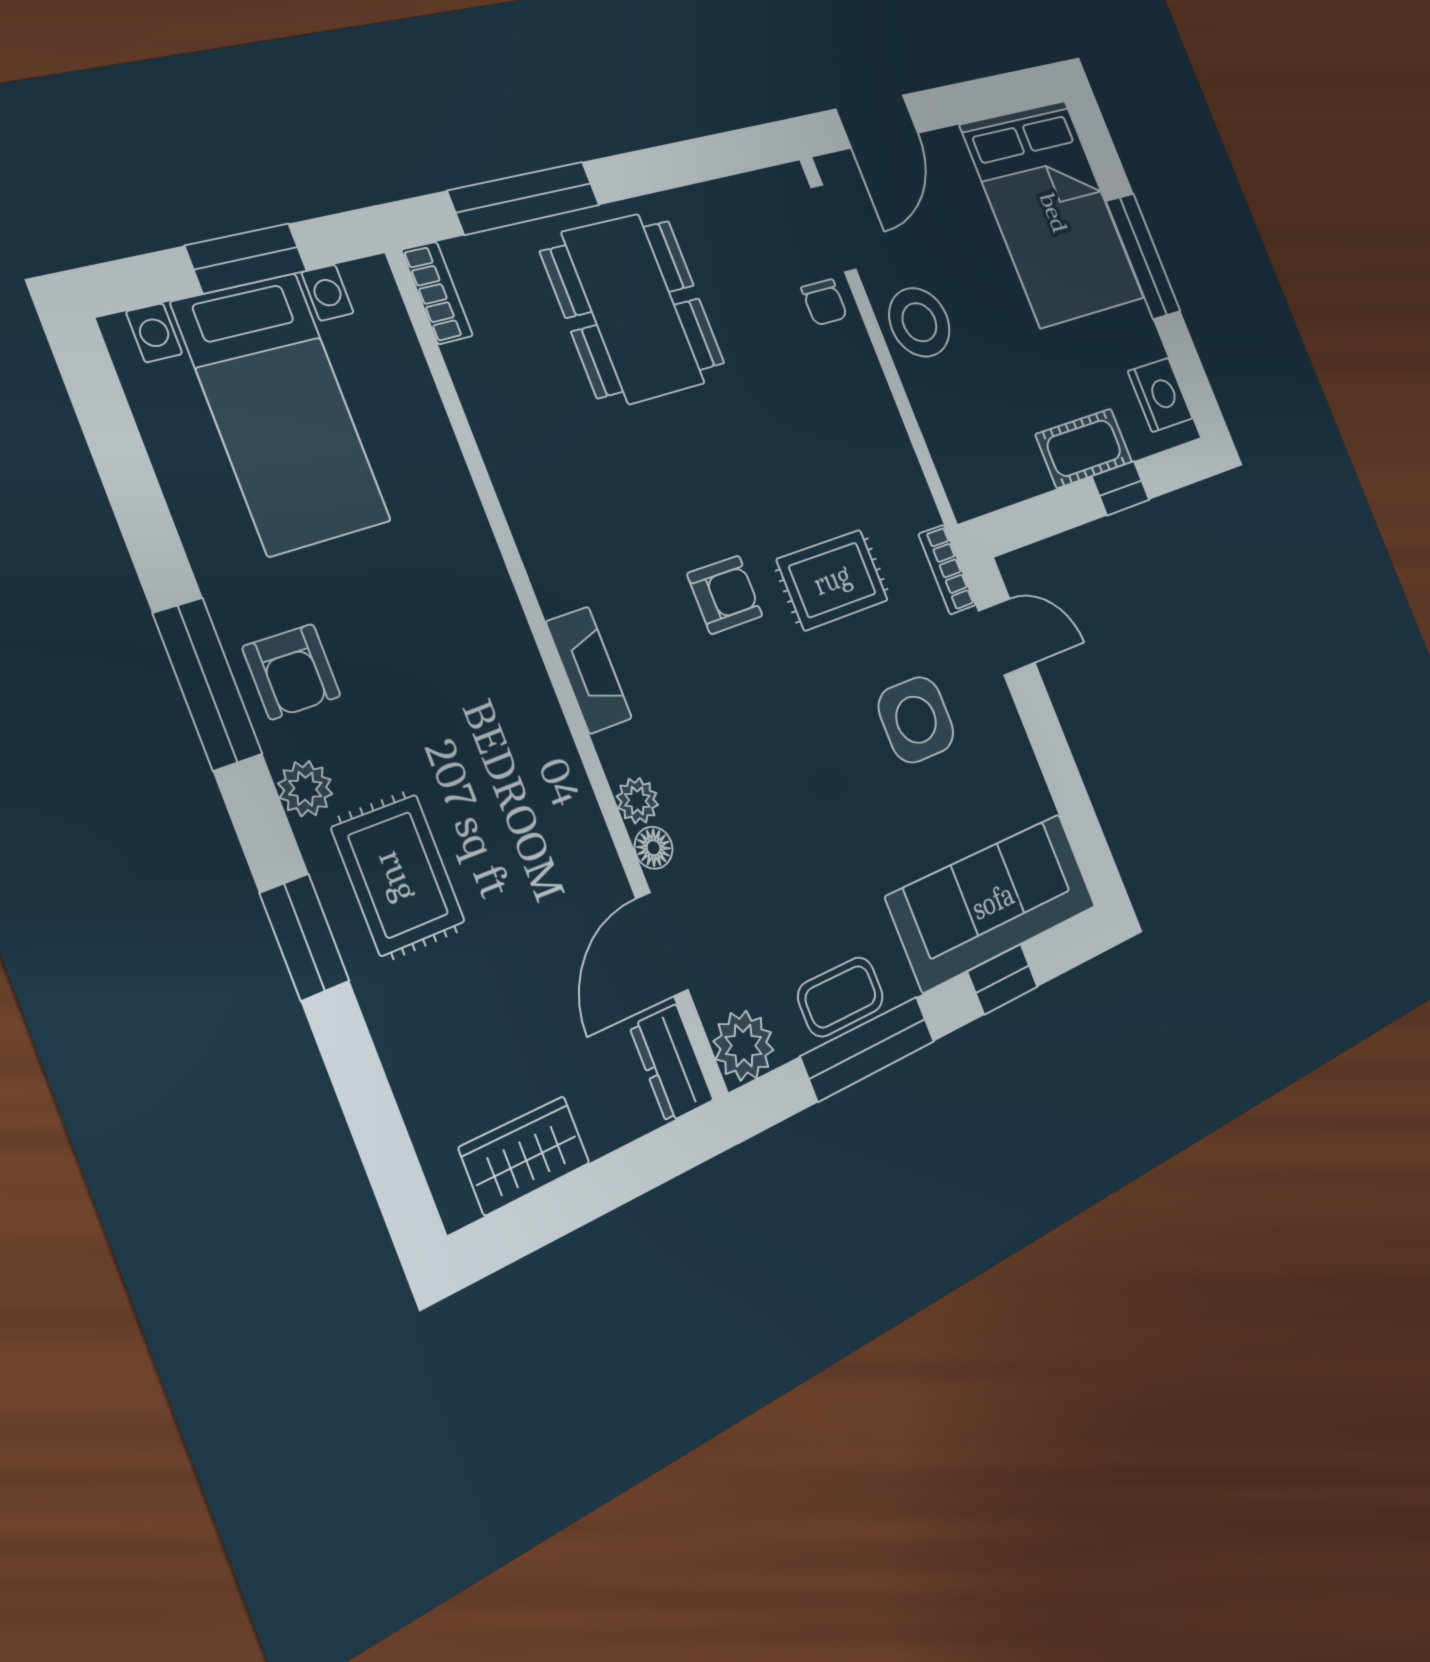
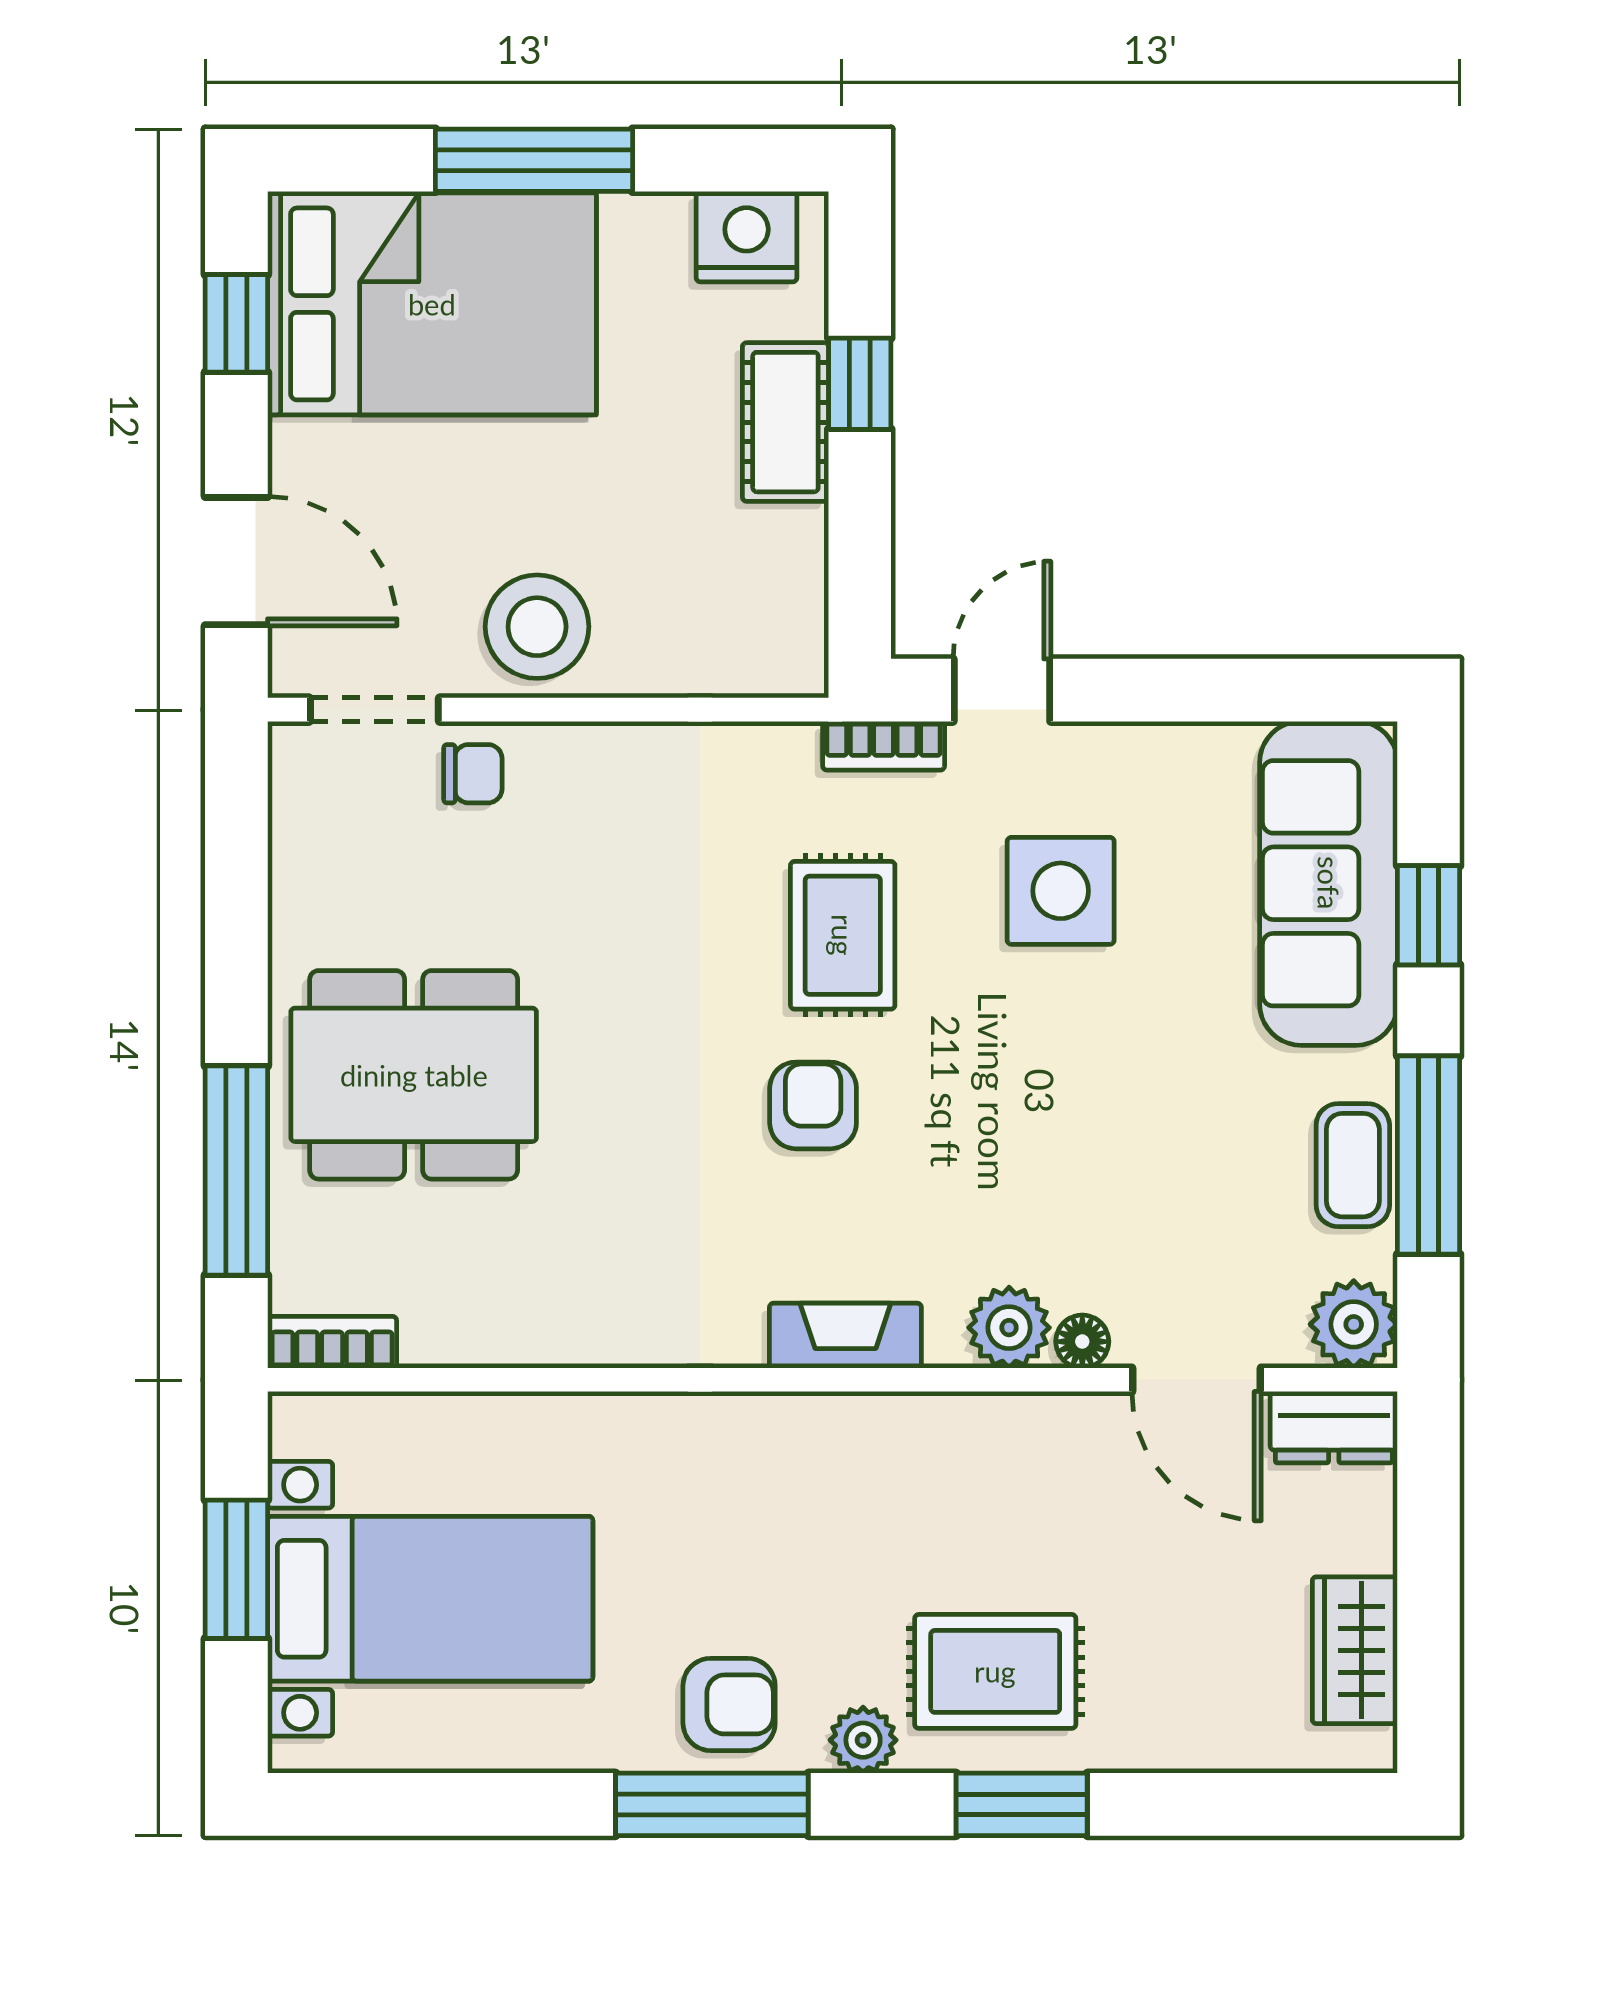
window: (996, 96) -> (236, 323), added
plant: (637, 801) -> (1009, 1328), width x1.38, depth x1.38

